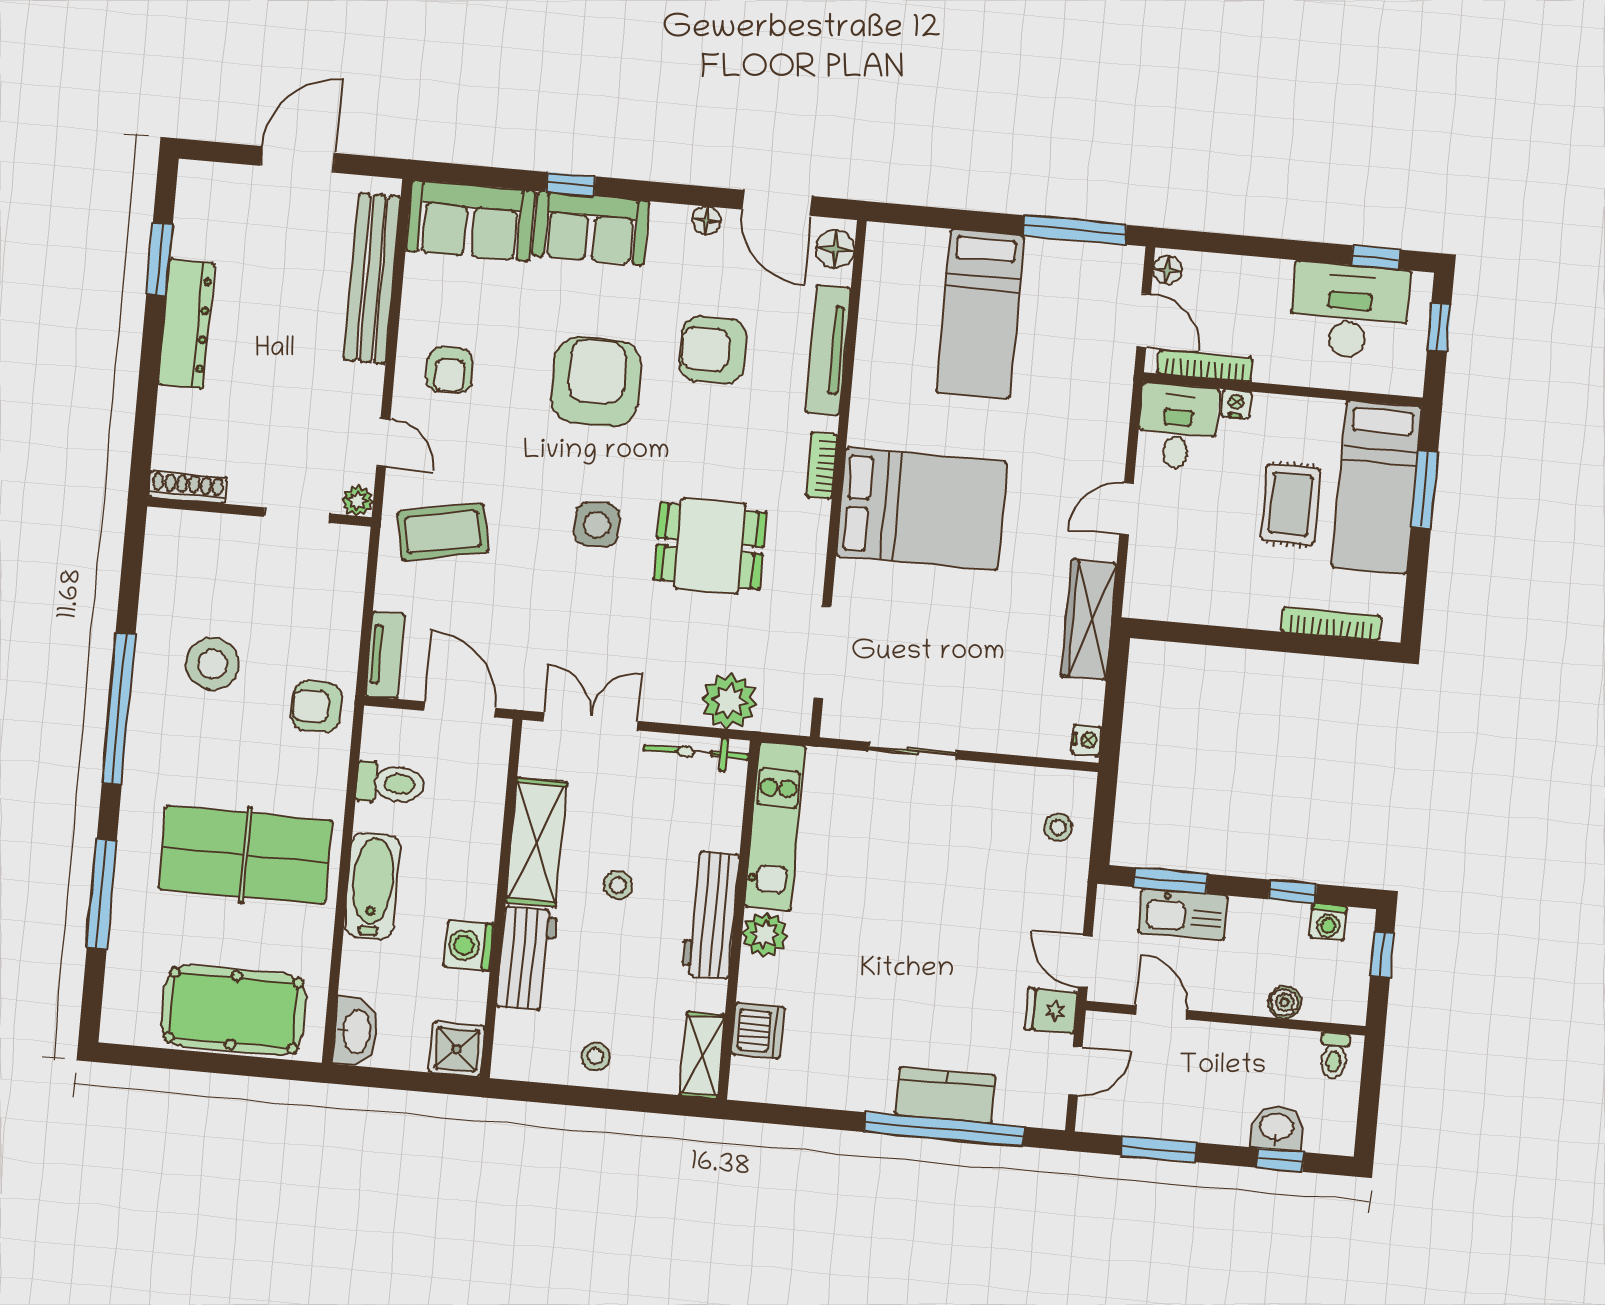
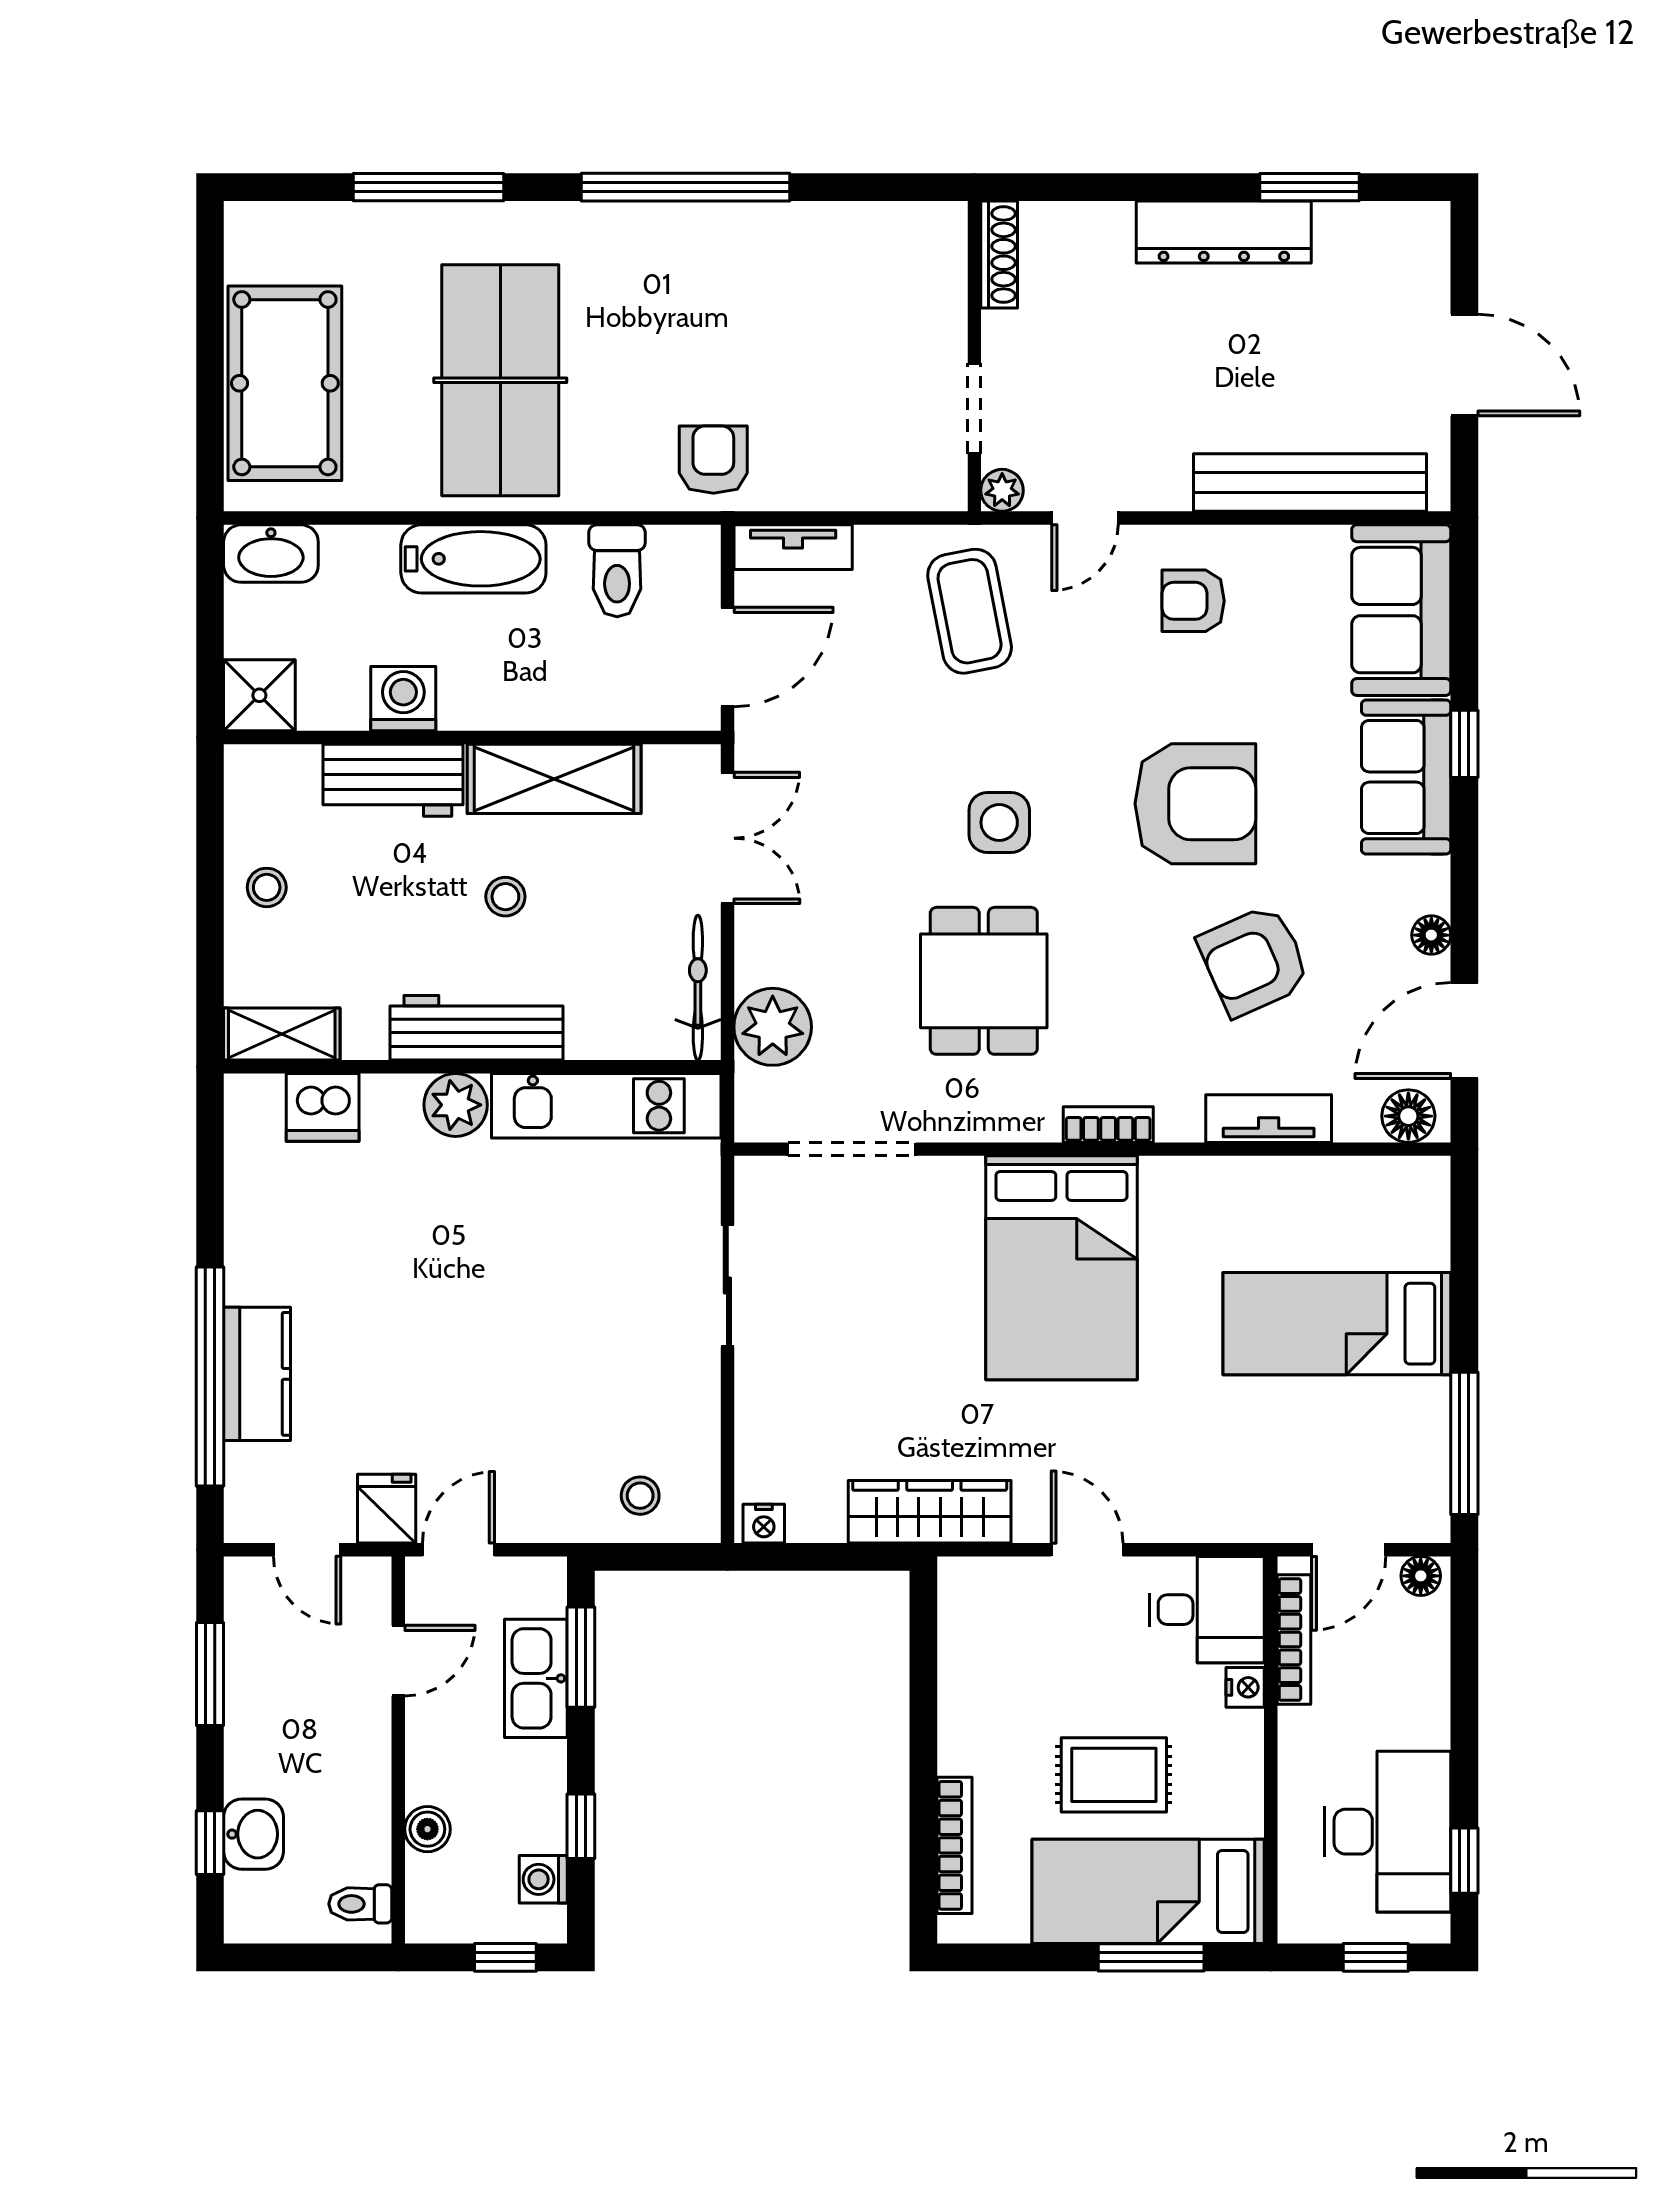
armchair: (713, 350) -> (1254, 961), turned -114
tv unit: (828, 350) -> (1269, 1119), width x0.71
stool: (213, 664) -> (759, 311), removed

